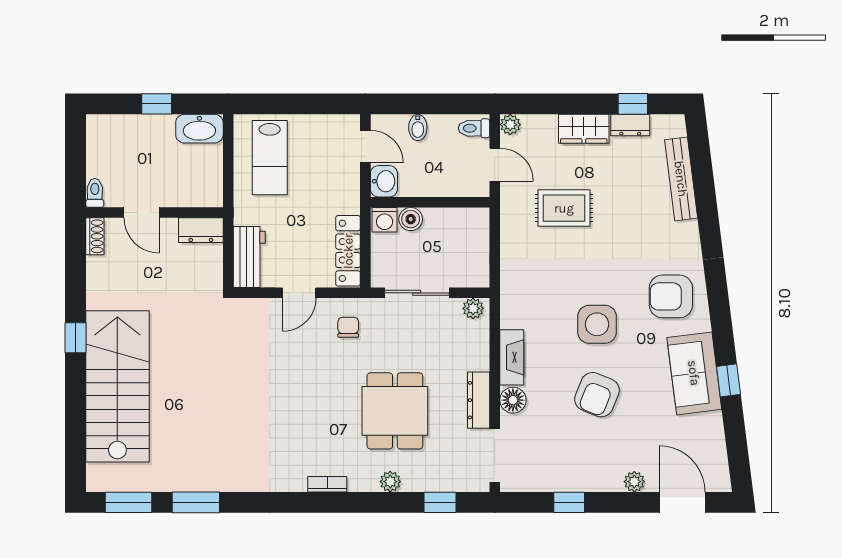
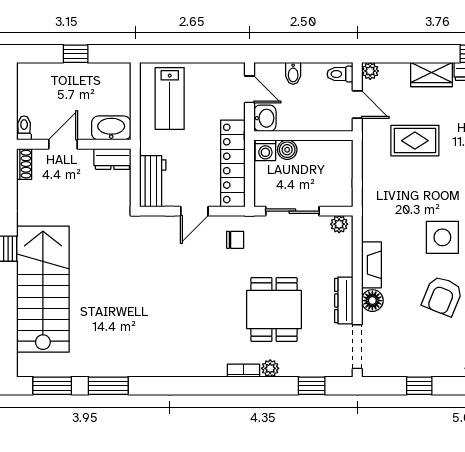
washbasin: (199, 129) -> (111, 128), moved, turned 180
door: (141, 213) -> (63, 144), swing flipped
locker: (348, 251) -> (233, 163), width x1.41, depth x1.21
chair: (348, 327) -> (235, 240), turned 90
bookcase: (327, 484) -> (244, 371), moved

